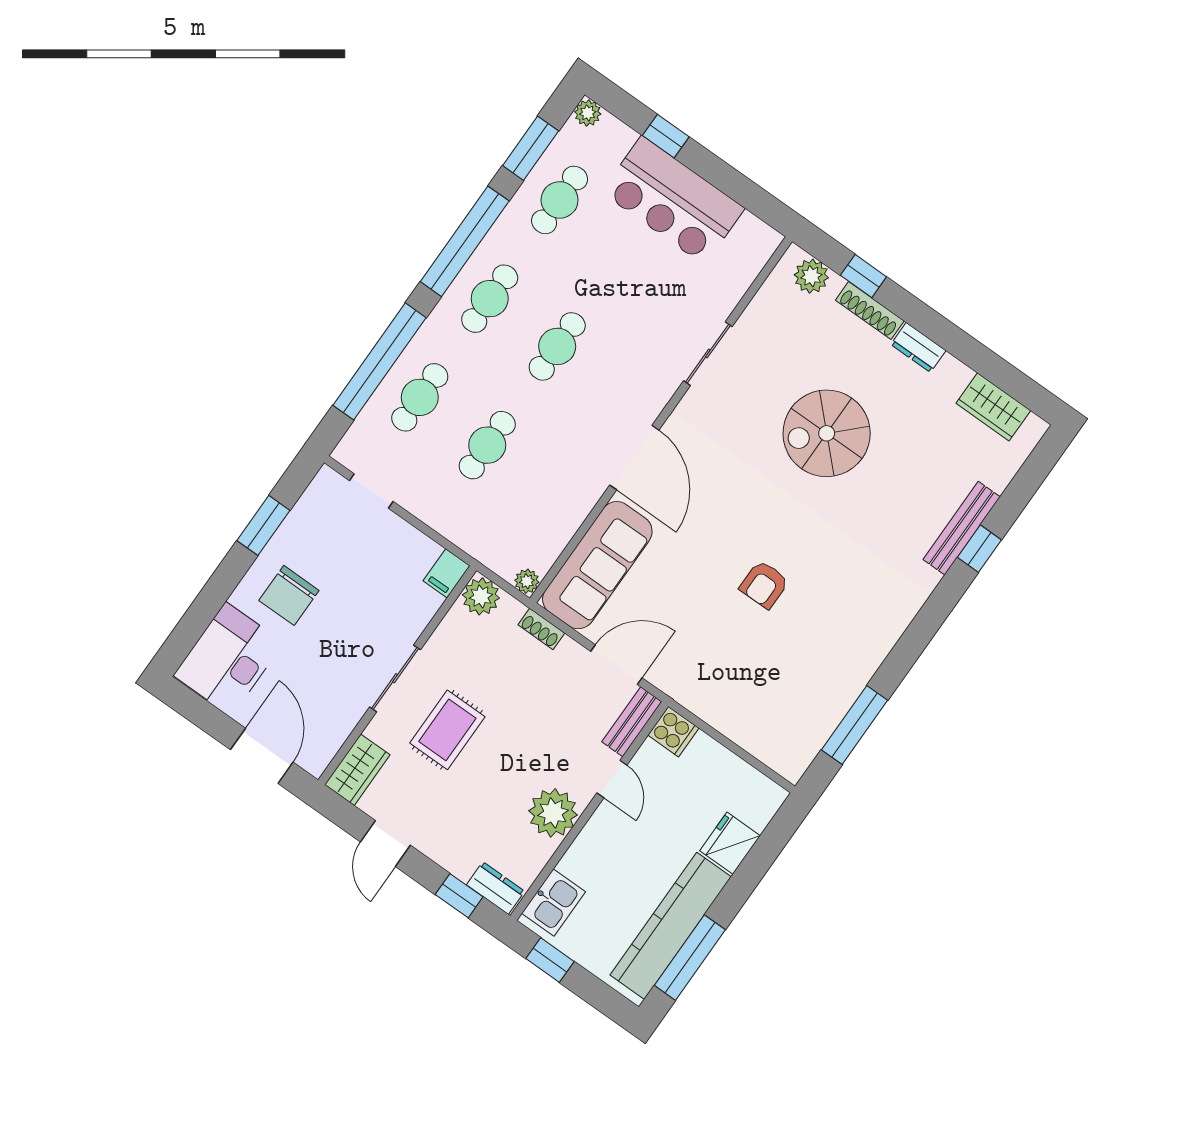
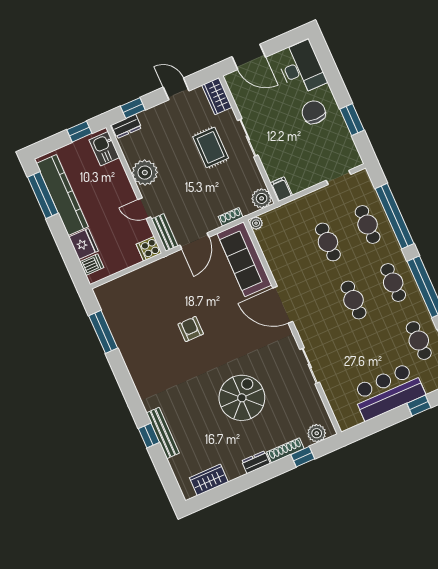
dishwasher: (756, 810) -> (92, 265), added

